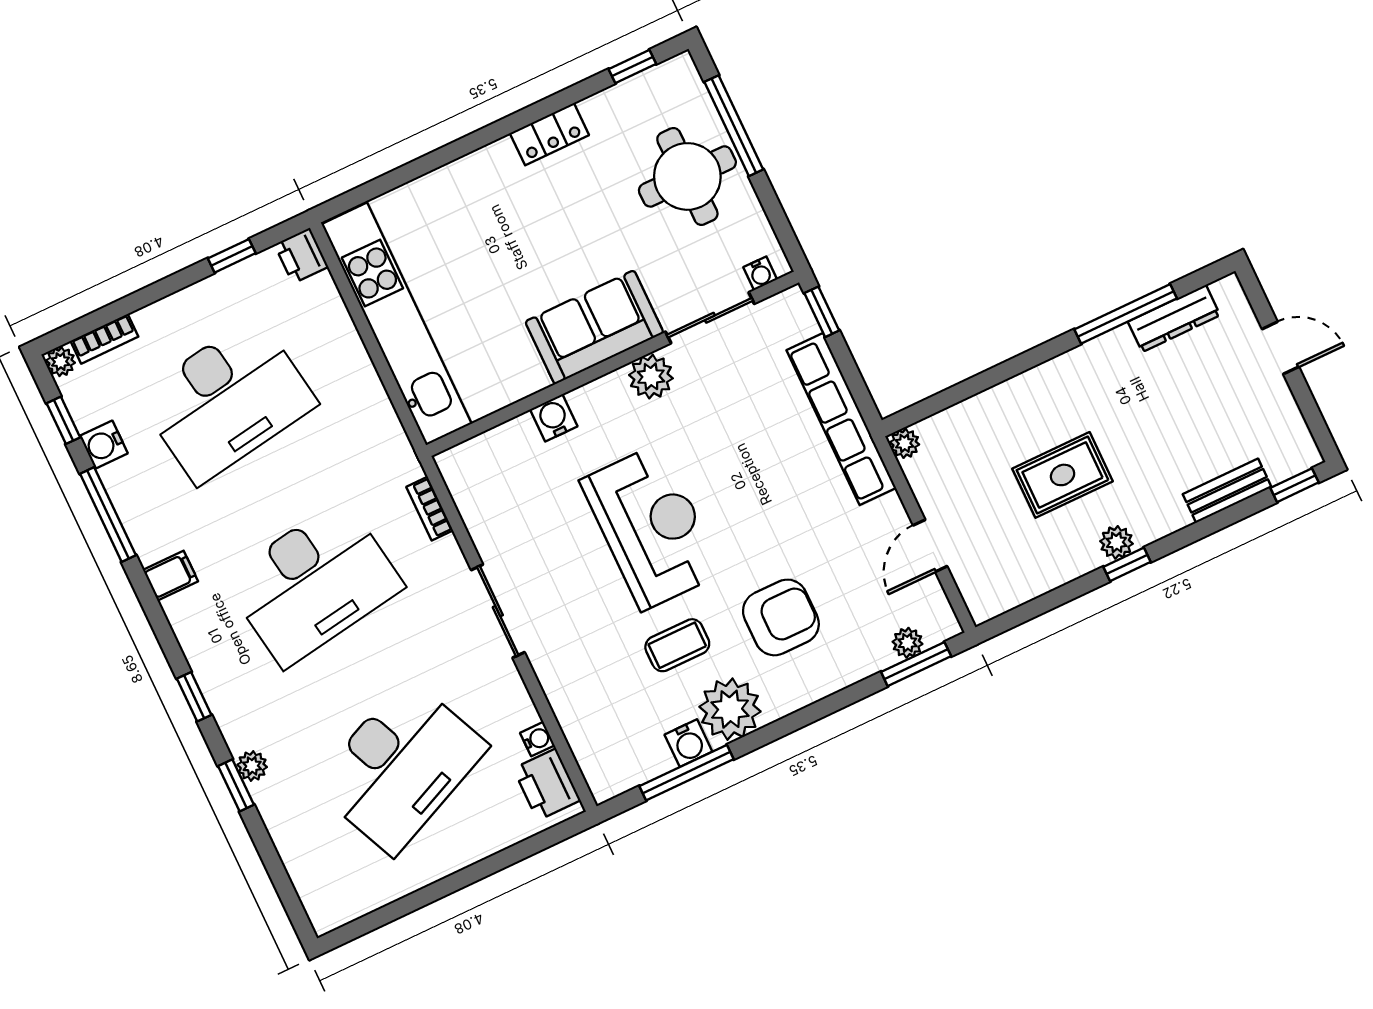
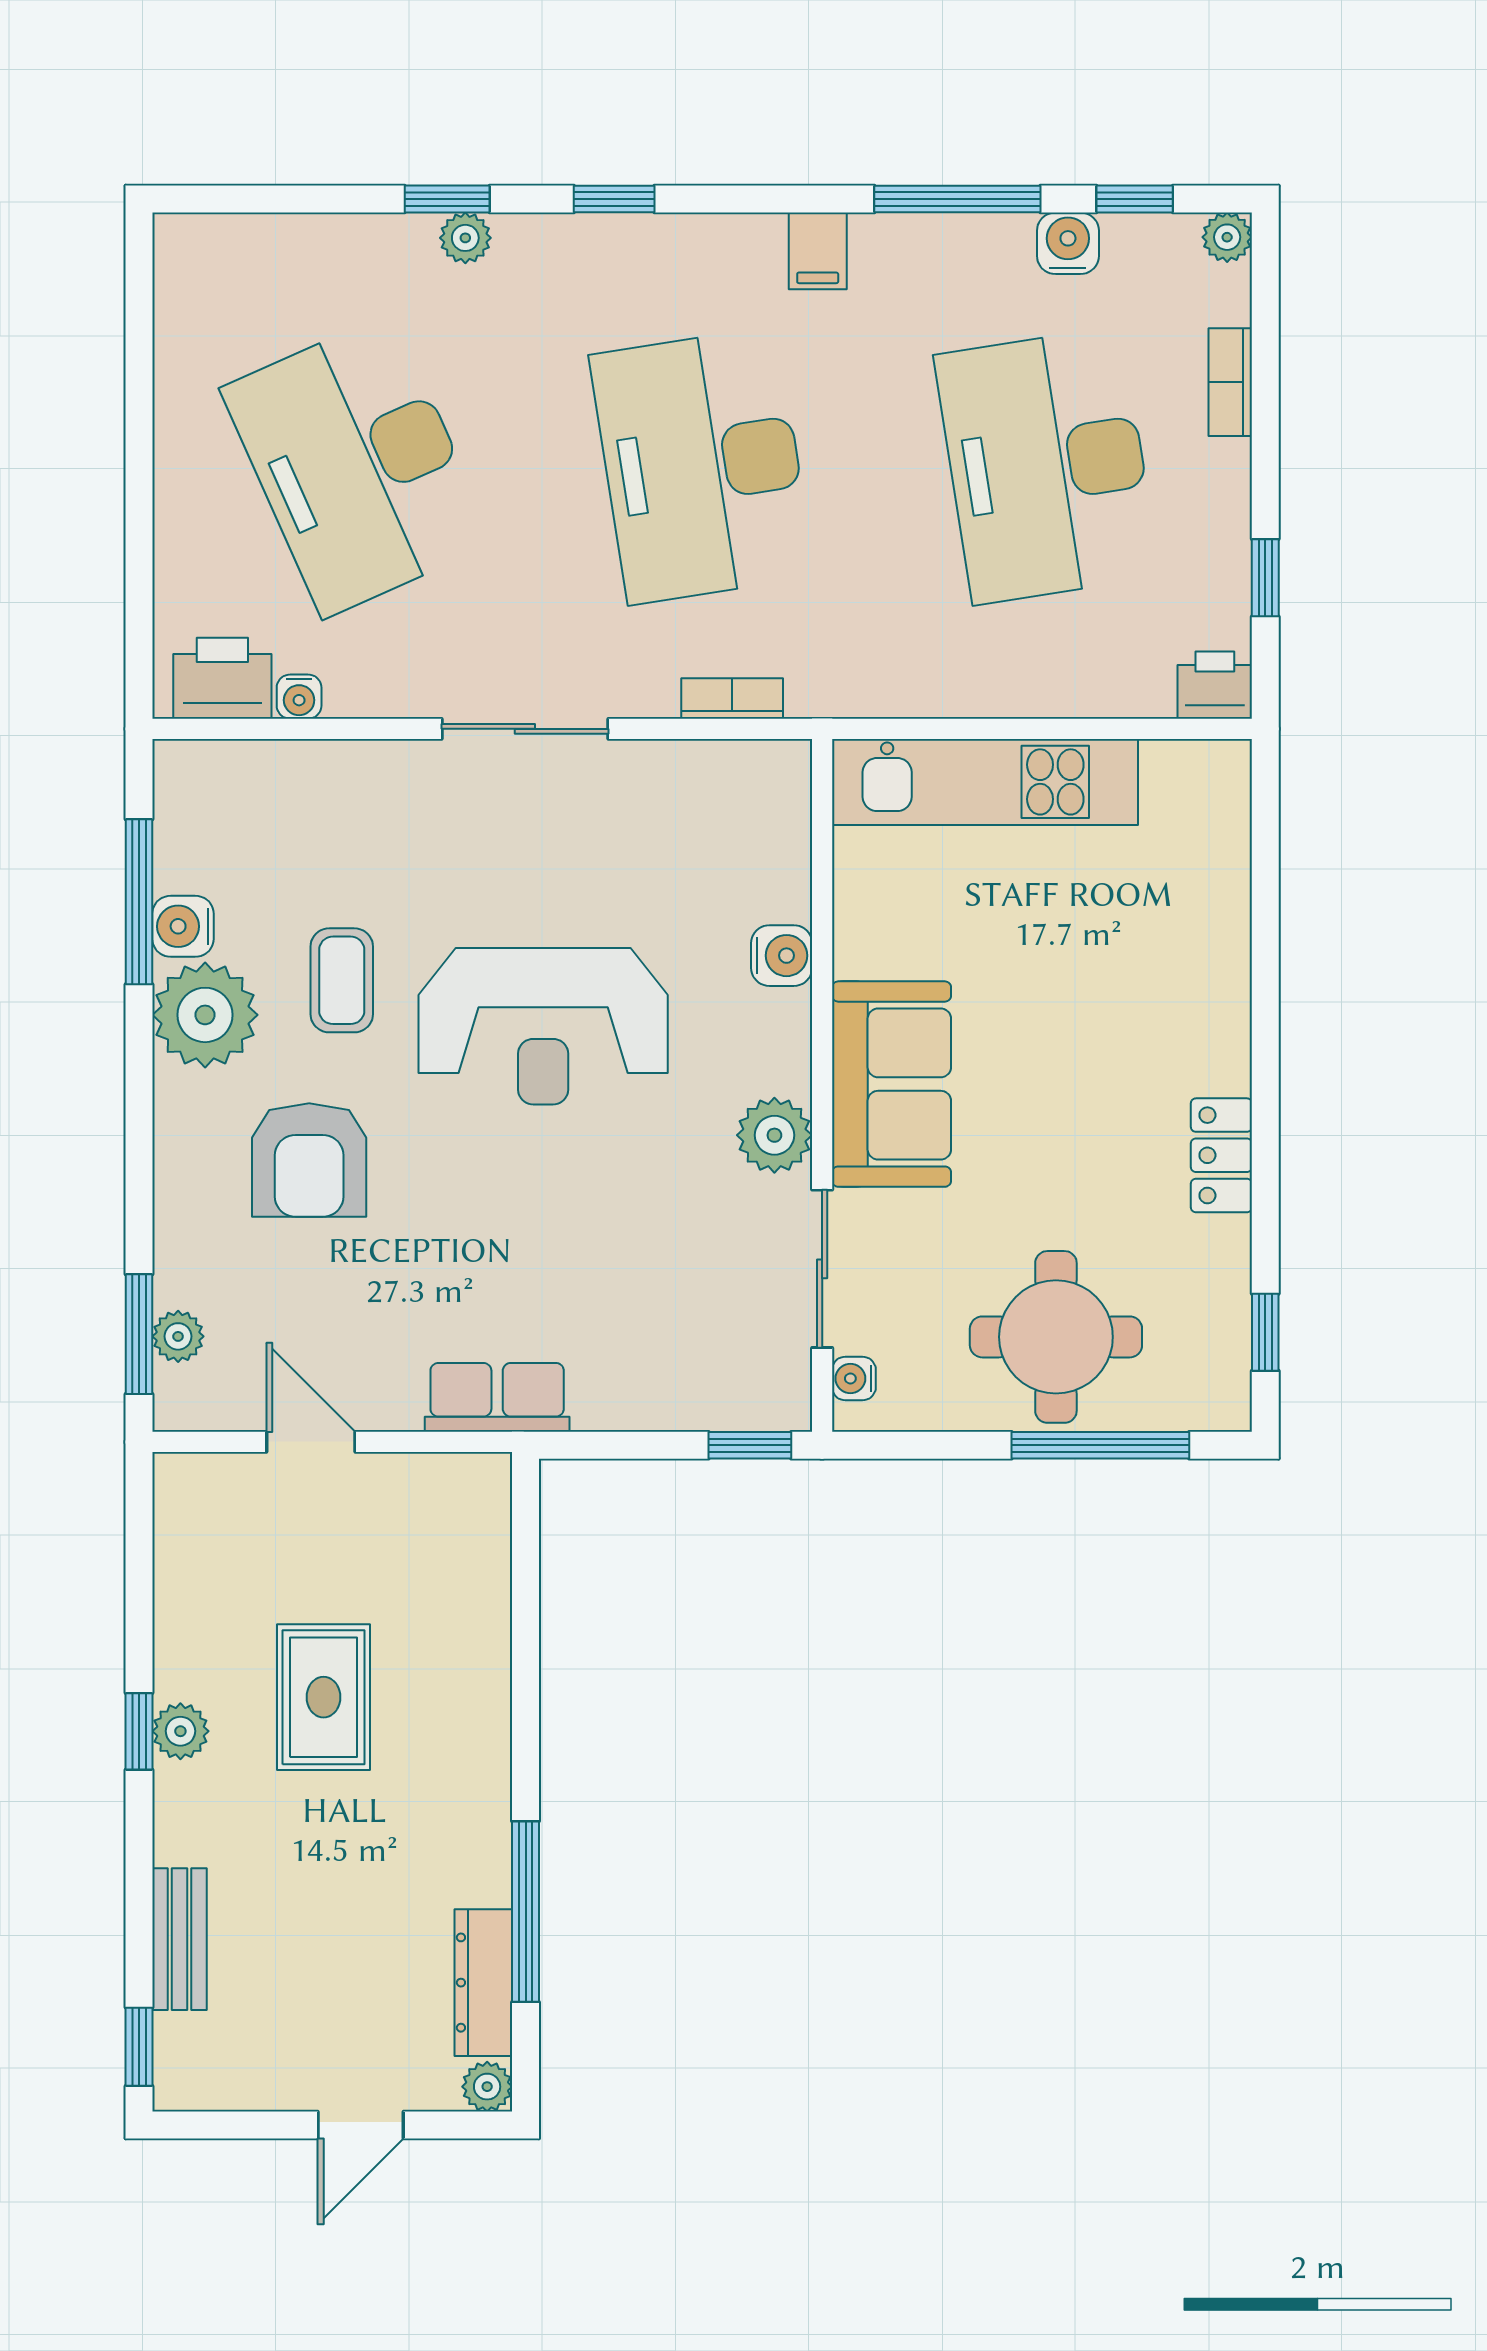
kitchen unit: (397, 324) -> (985, 782), width x0.73
bookcase: (104, 339) -> (1230, 382), moved
row of seats: (841, 419) -> (497, 1397), width x0.50
plant: (905, 443) -> (487, 2087), moved

